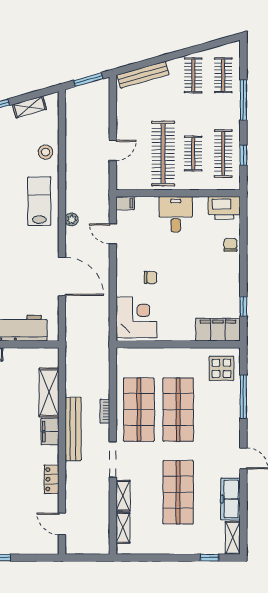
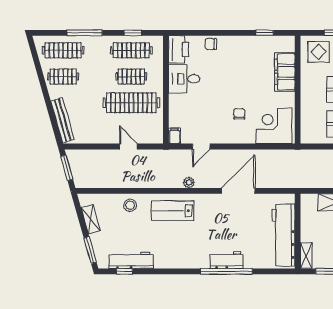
clothes rail: (223, 75) -> (63, 50), width x1.36
desk: (176, 214) -> (184, 79), moved
filing cabinet: (218, 330) -> (285, 72), moved

